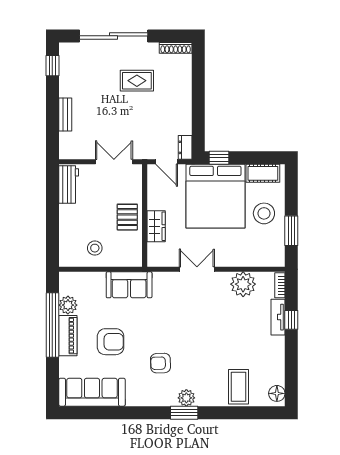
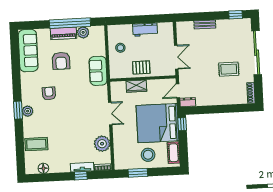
rug: (137, 81) -> (229, 69), turned 90
workbench: (69, 184) -> (145, 30), moved
floor lamp: (277, 393) -> (43, 168), moved

